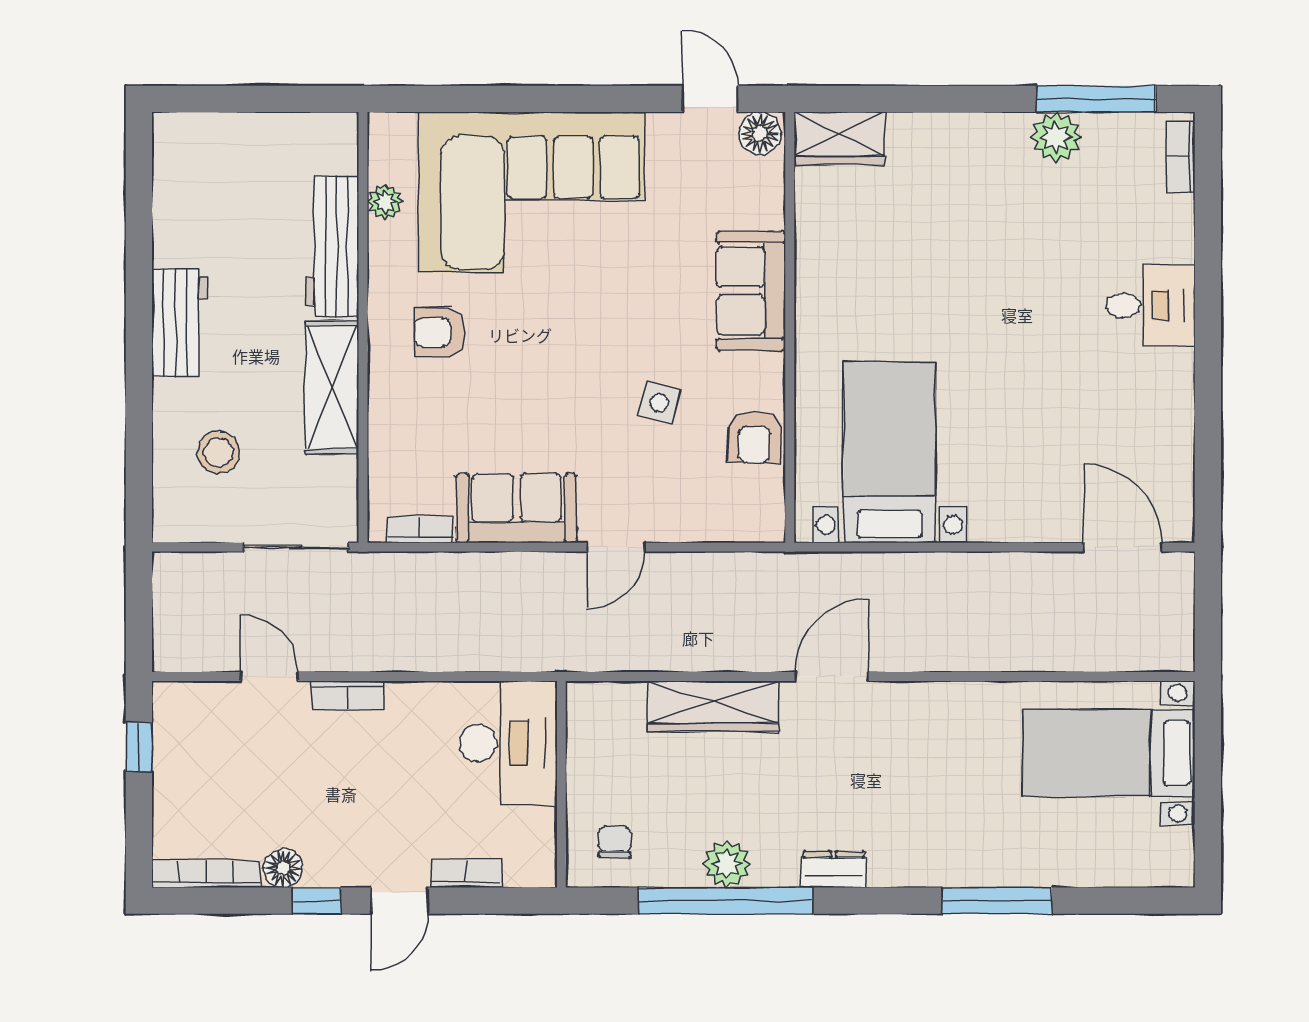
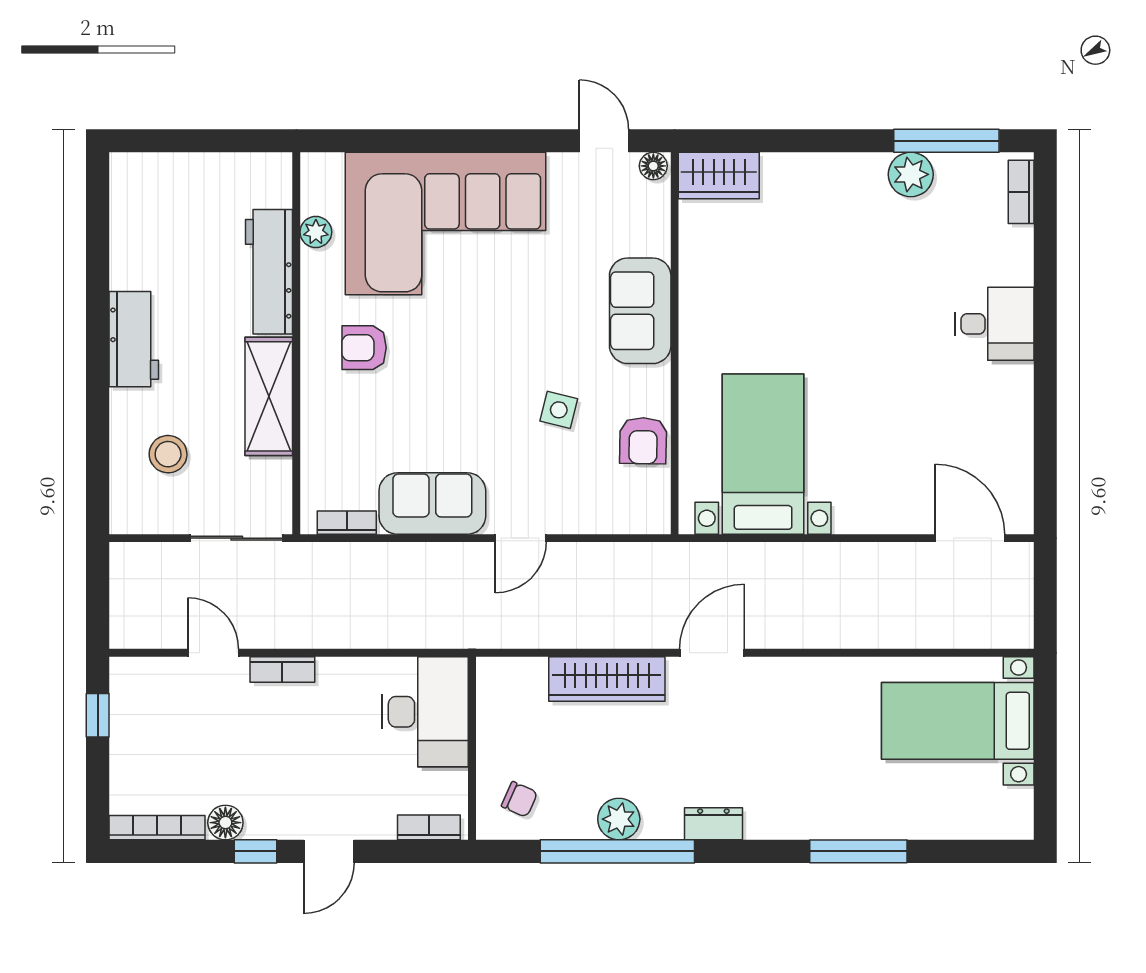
floor lamp: (760, 133) -> (653, 166), width x0.73, depth x0.73
chair: (615, 842) -> (519, 799), turned 113
bookcase: (466, 874) -> (429, 827), moved

